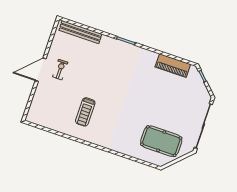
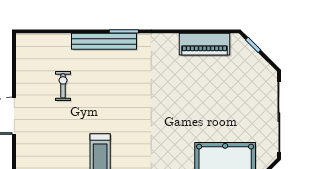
bench: (80, 32) -> (104, 41), moved
exercise bike: (60, 70) -> (63, 86), moved

